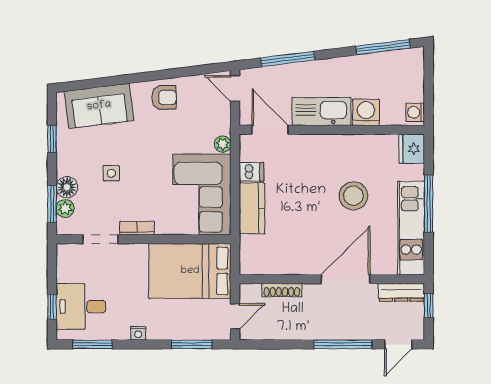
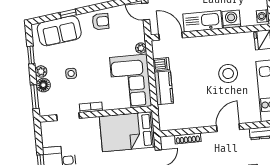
window: (115, 81) -> (68, 14), added
plant: (65, 208) -> (41, 71), moved
door: (346, 279) -> (228, 128), width x0.73

